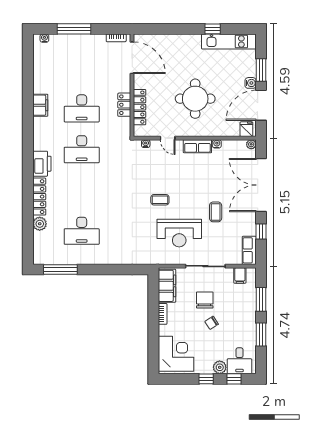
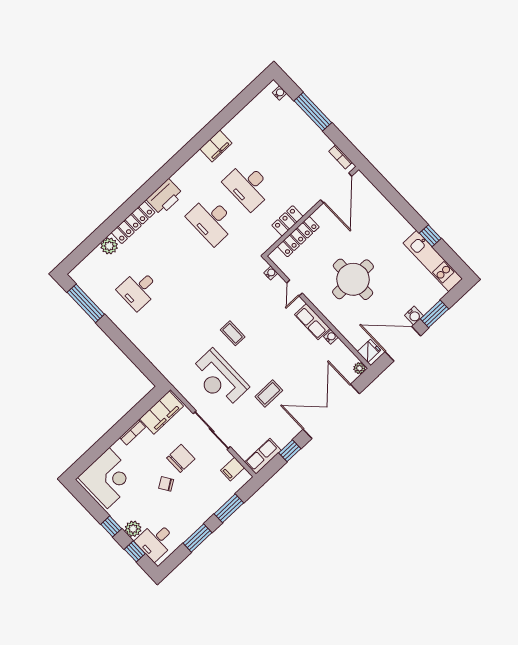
desk: (82, 231) -> (138, 290), width x0.73

